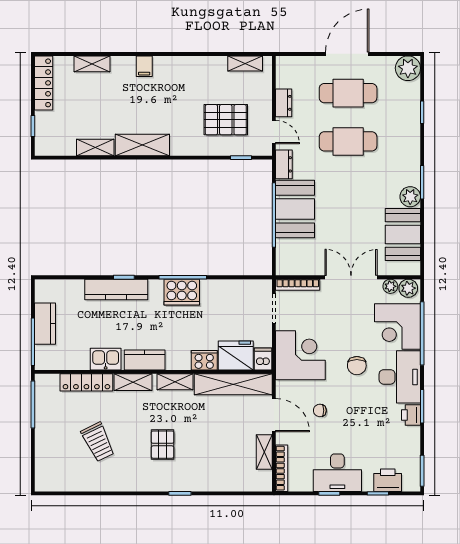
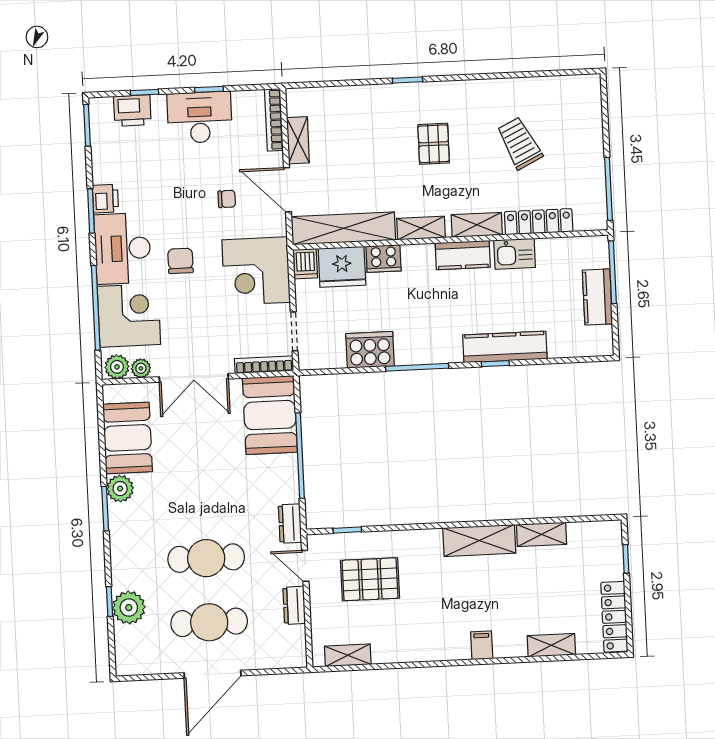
plant: (408, 68) -> (129, 608), moved
booth: (295, 209) -> (270, 415), moved
cooker: (182, 292) -> (370, 350), moved

